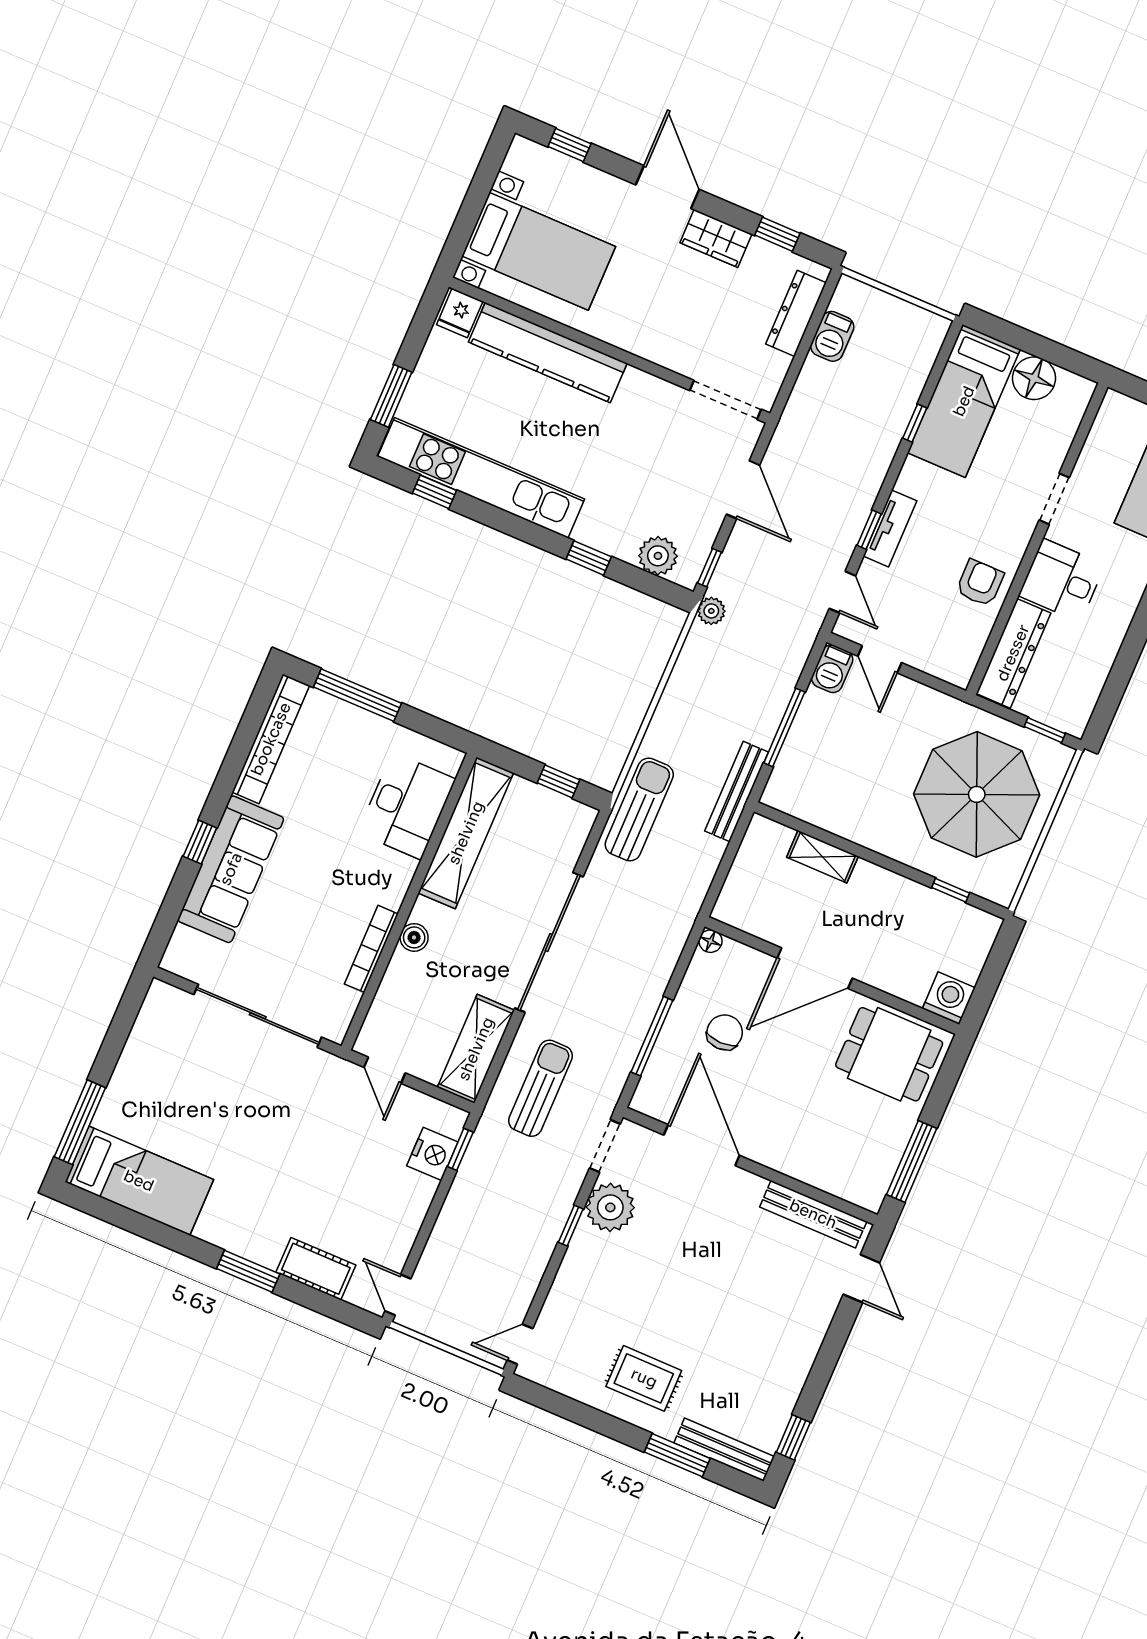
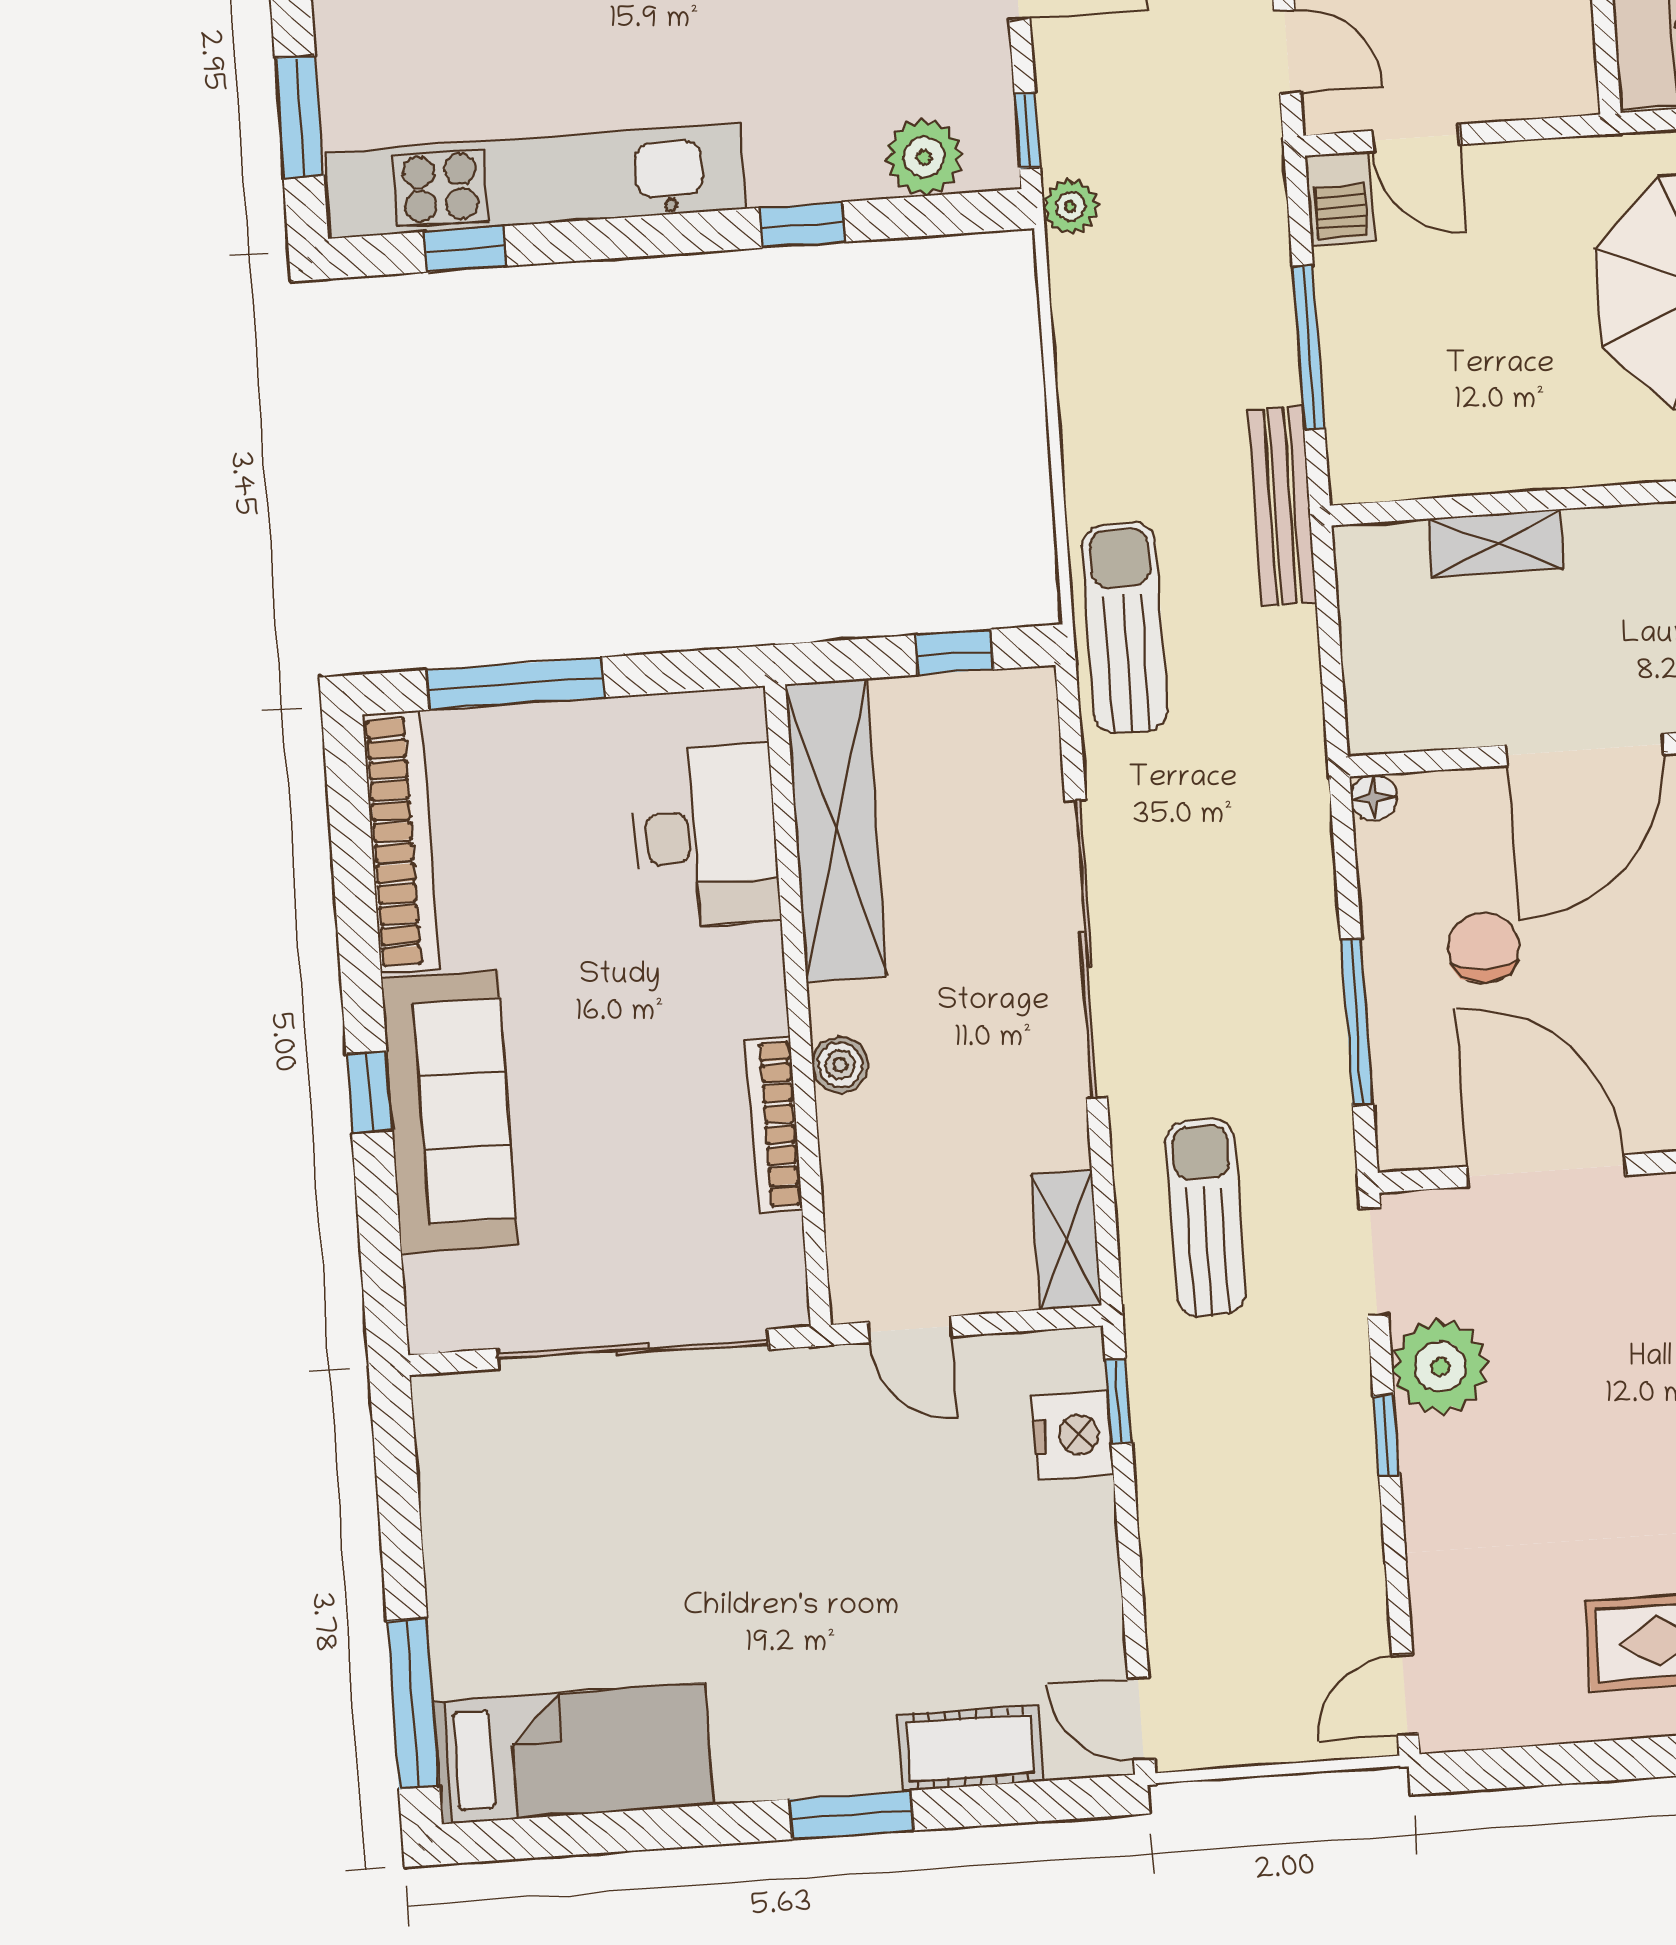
shelving: (476, 1049) -> (1066, 1240), width x0.67, depth x0.75

